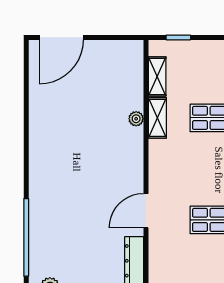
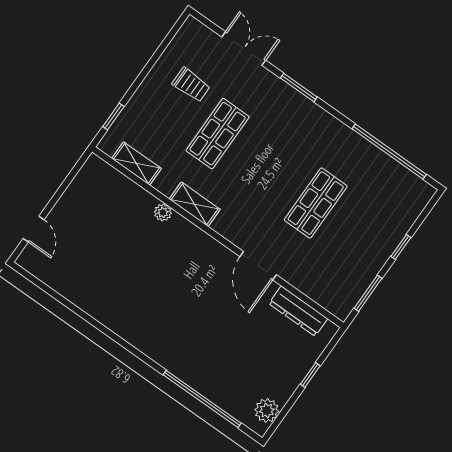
door: (61, 37) -> (34, 229), width x0.53
shelving: (157, 118) -> (195, 204), moved

